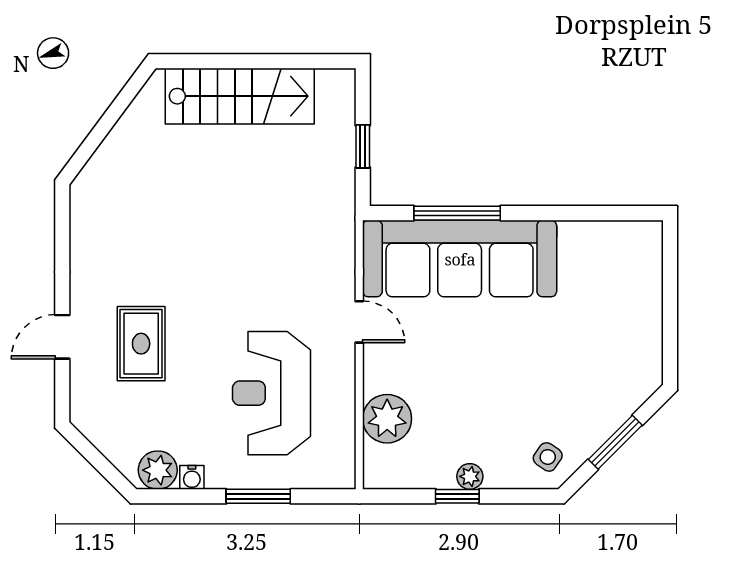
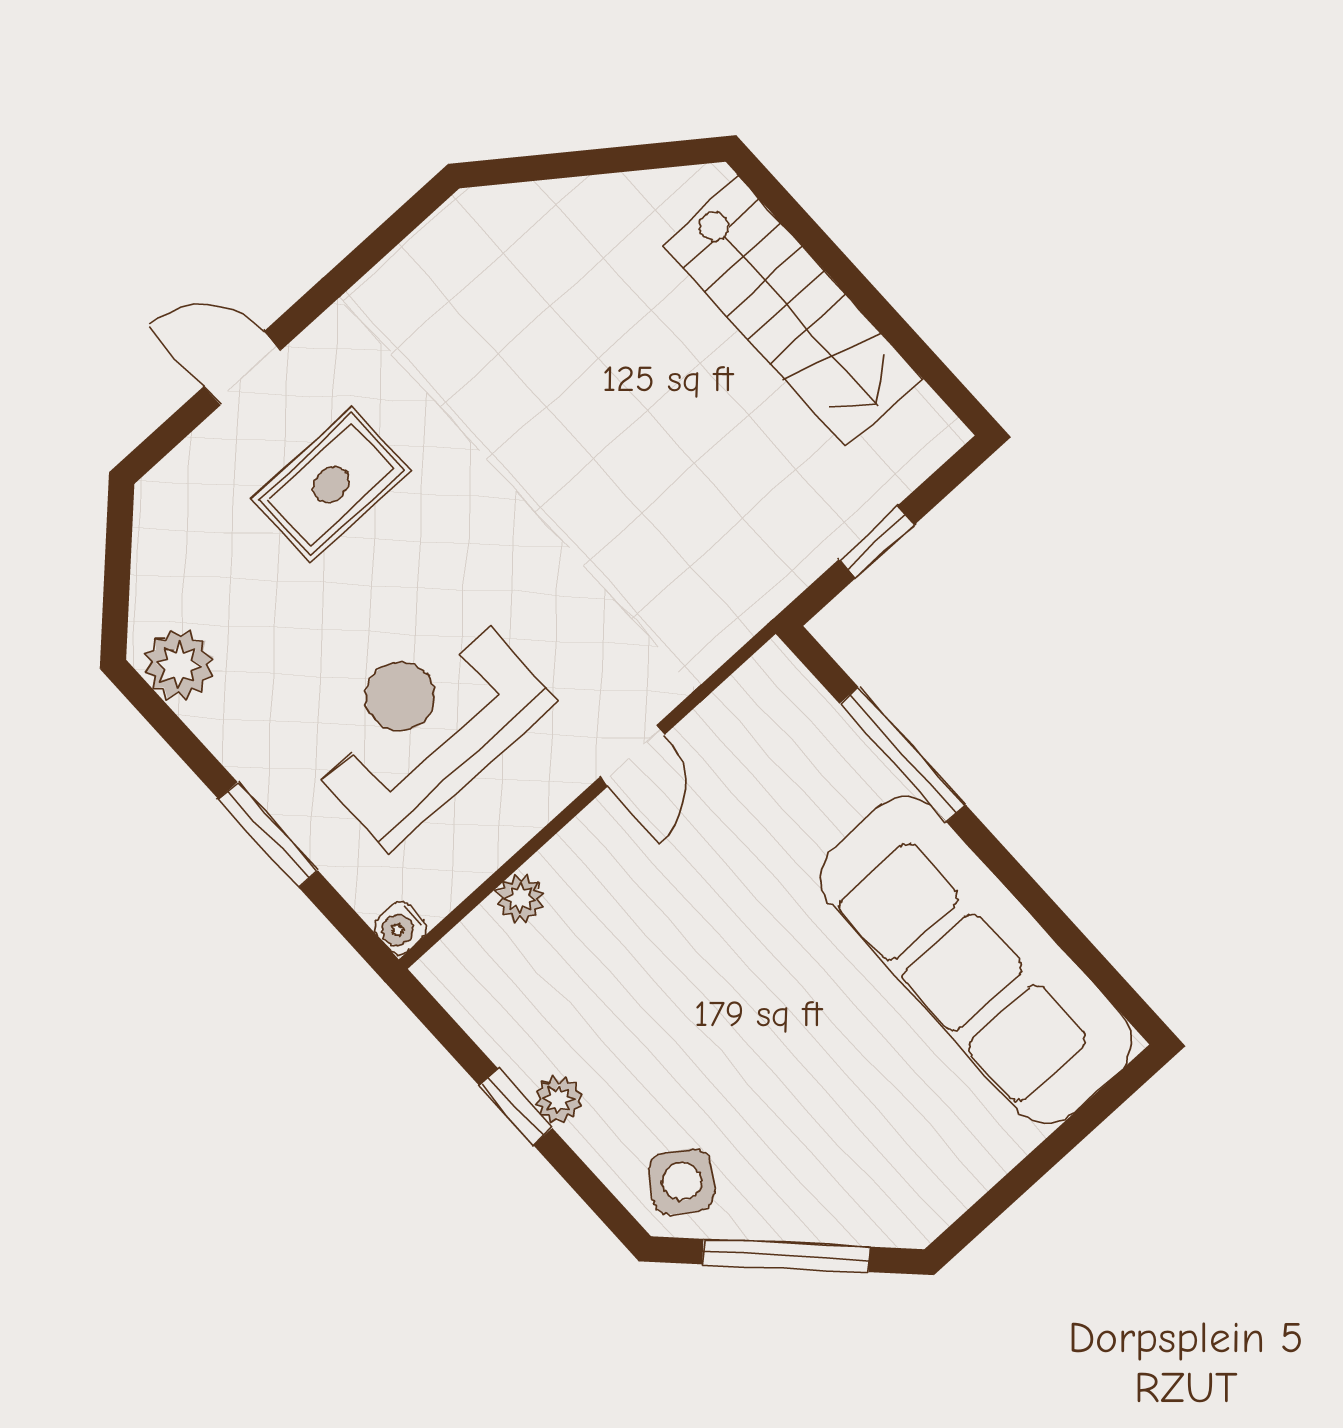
sofa: (460, 259) -> (976, 960), moved
plant: (387, 419) -> (520, 899), width x0.53, depth x0.53
window: (615, 442) -> (786, 1255), width x1.44
side table: (548, 457) -> (682, 1181), width x1.37, depth x1.37
water cooler: (192, 477) -> (400, 928), moved

